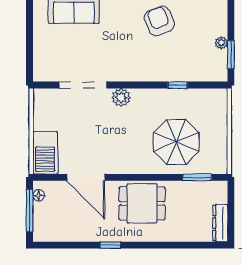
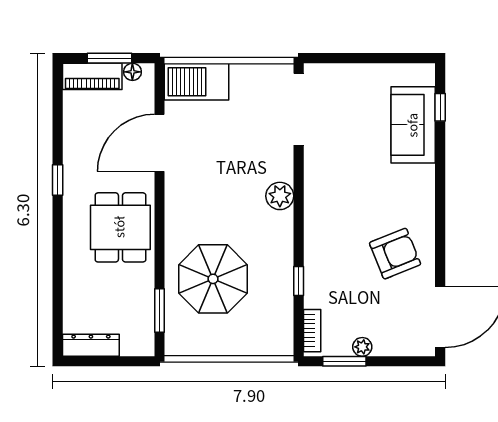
bookcase: (210, 76) -> (312, 331), added
doorway: (83, 85) -> (299, 109), moved
window: (30, 211) -> (109, 58), width x0.69
piano: (42, 222) -> (92, 76), added

